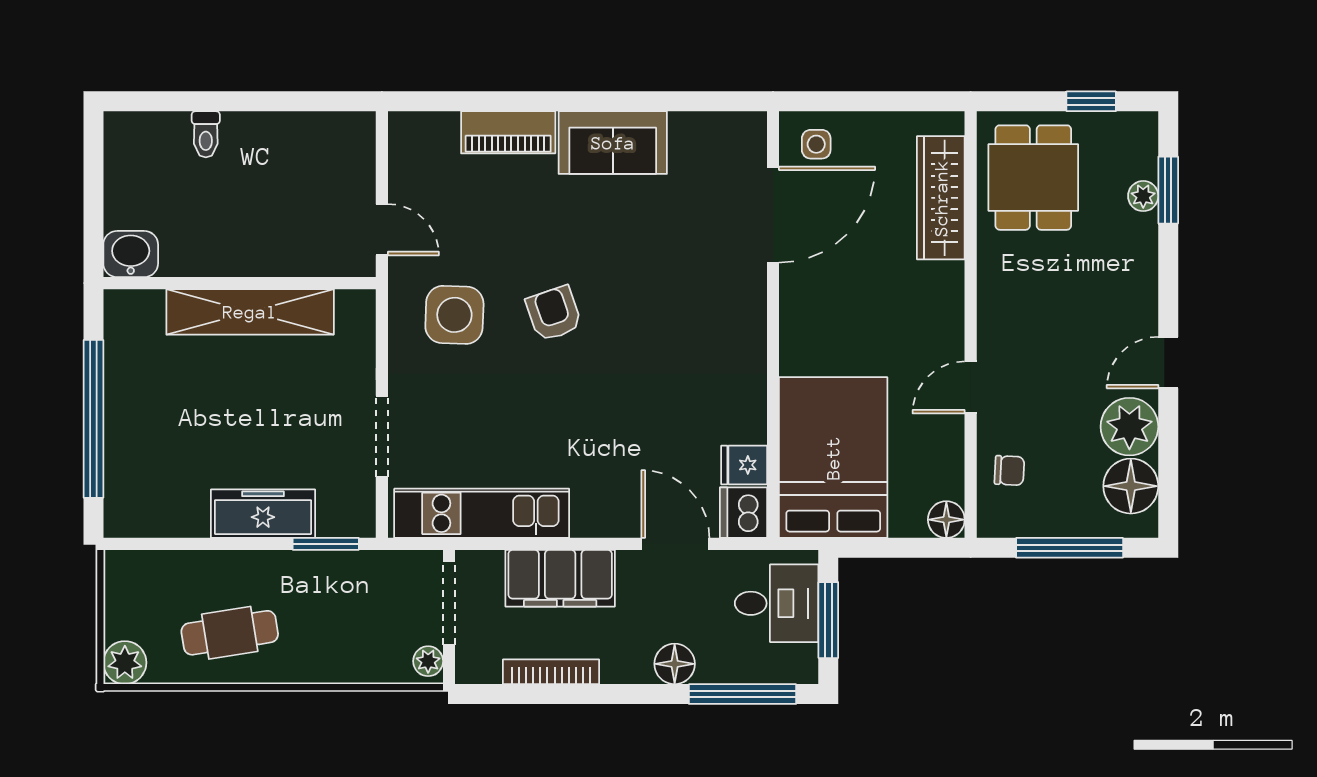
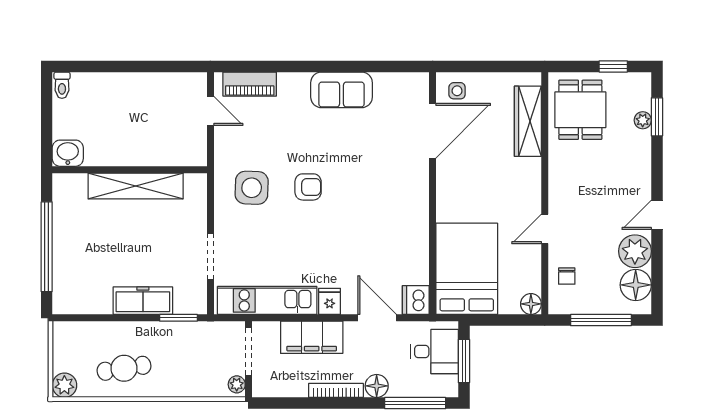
piano: (508, 132) -> (250, 84), moved
toilet: (206, 134) -> (62, 85), moved
door: (382, 230) -> (210, 111), moved
armchair: (554, 313) -> (308, 187), turned 109
fridge: (744, 465) -> (330, 301), moved, turned 90
chair: (1009, 470) -> (567, 276), turned 87
bookcase: (551, 672) -> (336, 390), moved

